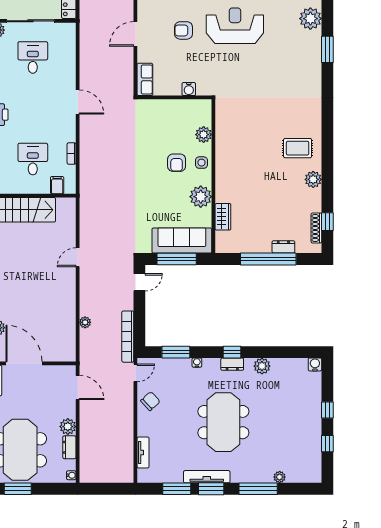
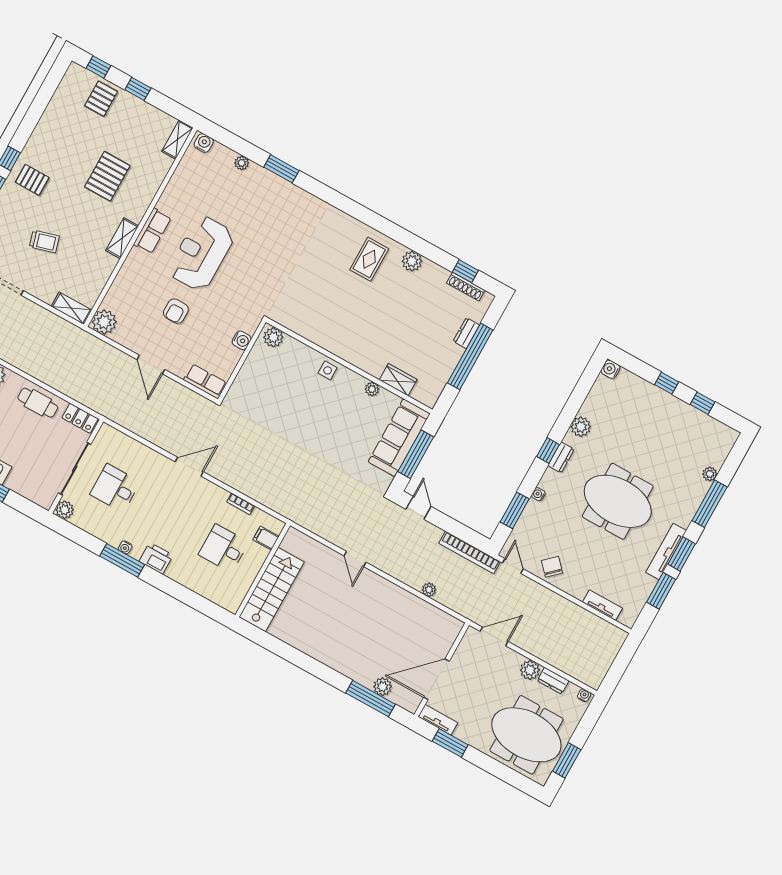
plant: (310, 19) -> (242, 163), width x0.53, depth x0.53
plant: (204, 135) -> (273, 337), moved
armchair: (177, 163) -> (313, 397), removed
plant: (201, 197) -> (372, 389), width x0.53, depth x0.53

